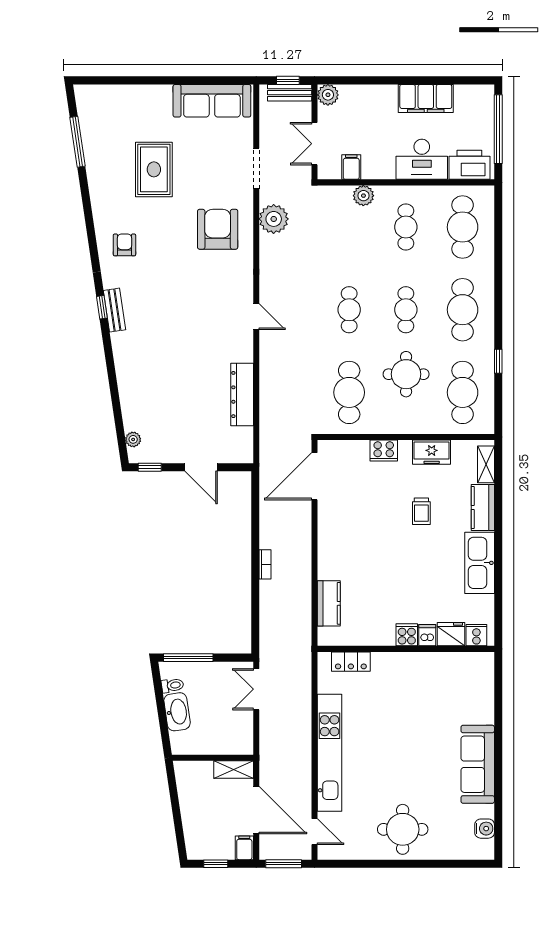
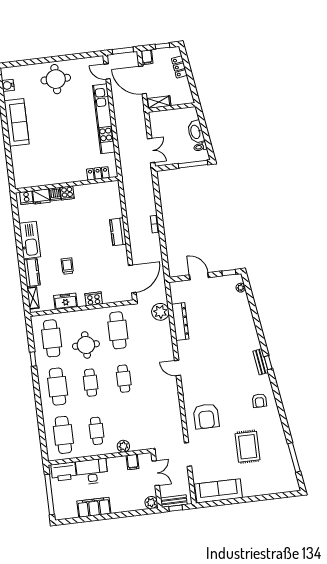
plant: (274, 219) -> (160, 312), moved
kitchen counter: (329, 603) -> (118, 232), moved
locker: (192, 825) -> (179, 67), added

